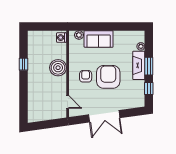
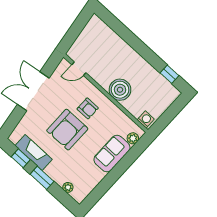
window: (23, 64) -> (169, 74), moved
fireplace: (139, 65) -> (34, 153), moved
armchair: (108, 77) -> (67, 130), turned 90

